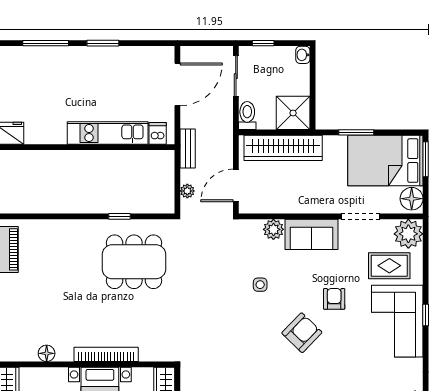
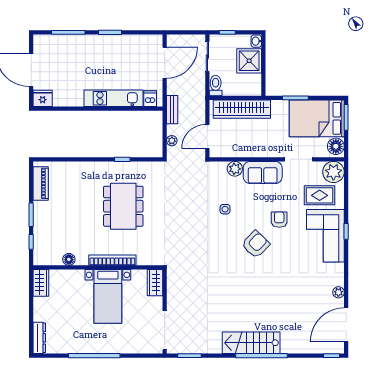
shower: (293, 113) -> (249, 61), moved
dining table: (134, 262) -> (123, 206), moved, turned 90

